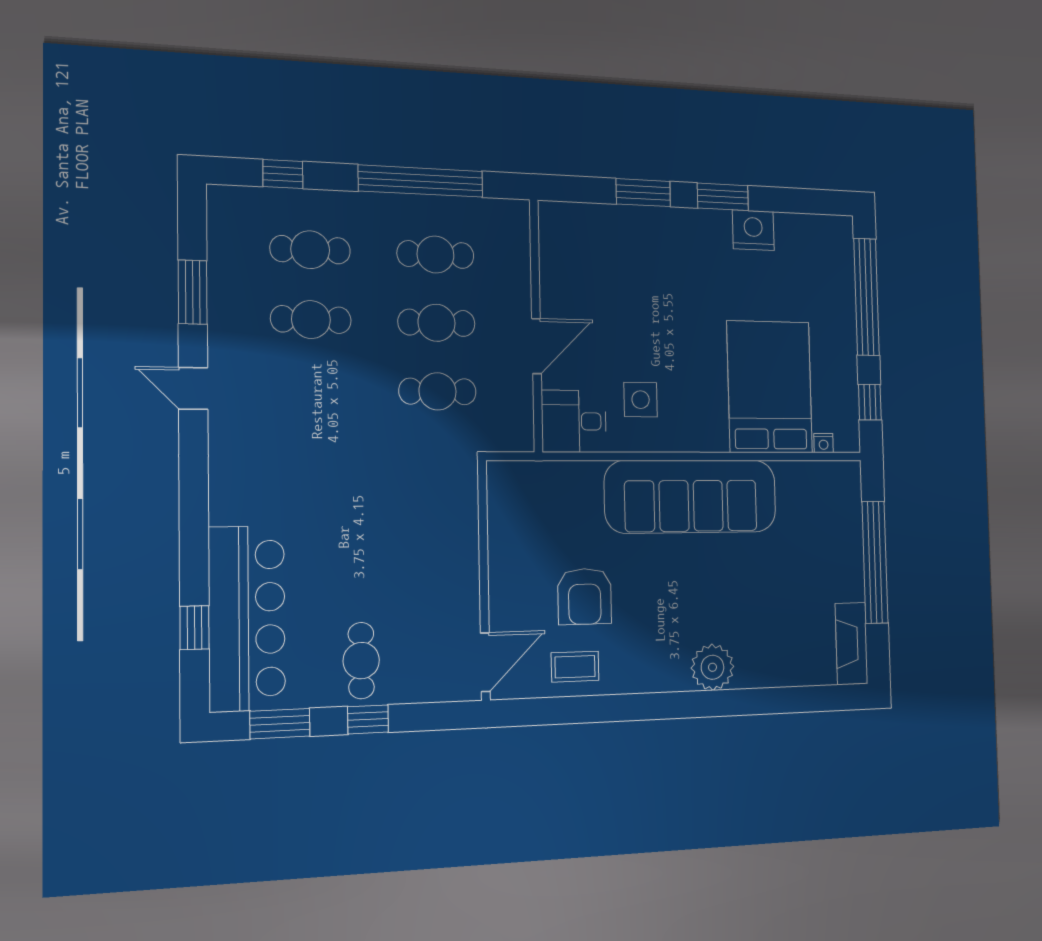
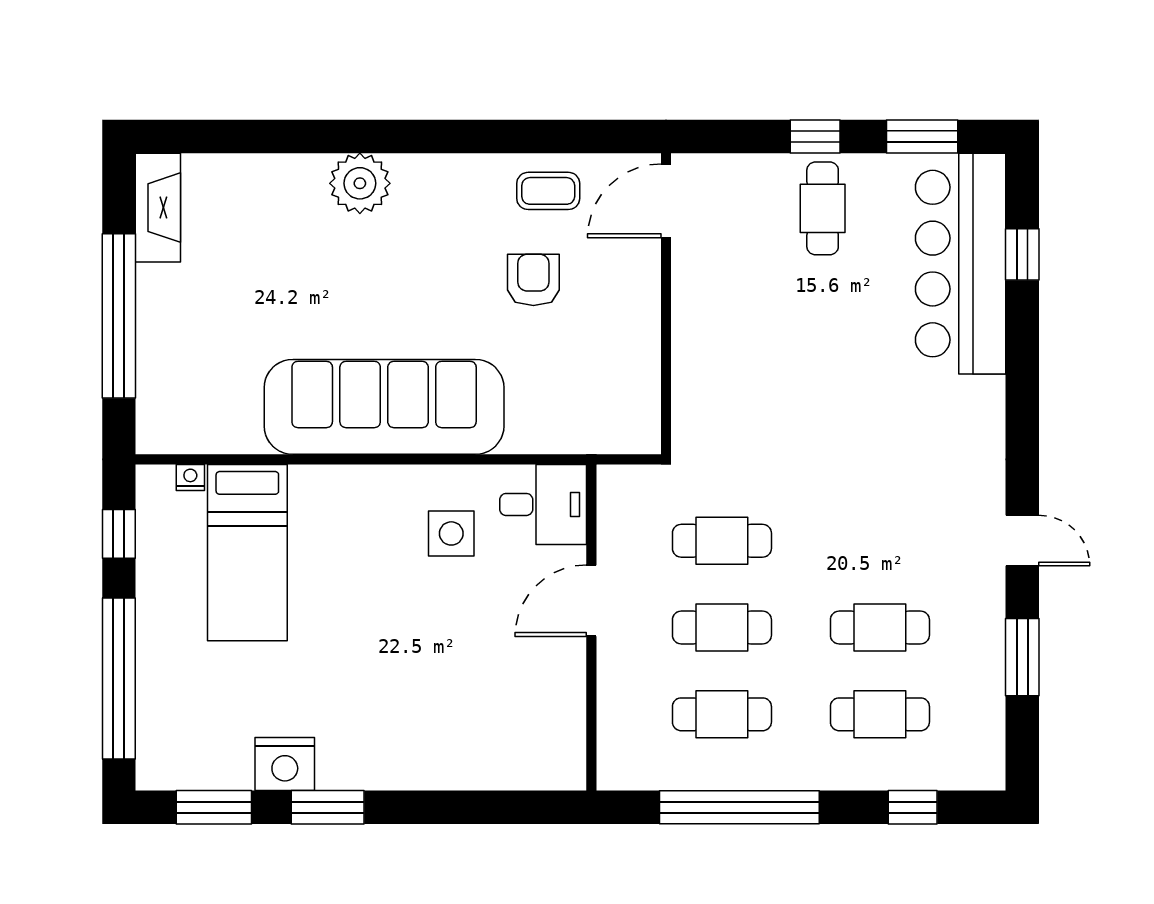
window: (643, 193) -> (214, 807), moved
bed: (770, 387) -> (247, 553), width x0.67
armchair: (585, 596) -> (533, 280), width x0.72, depth x0.72

